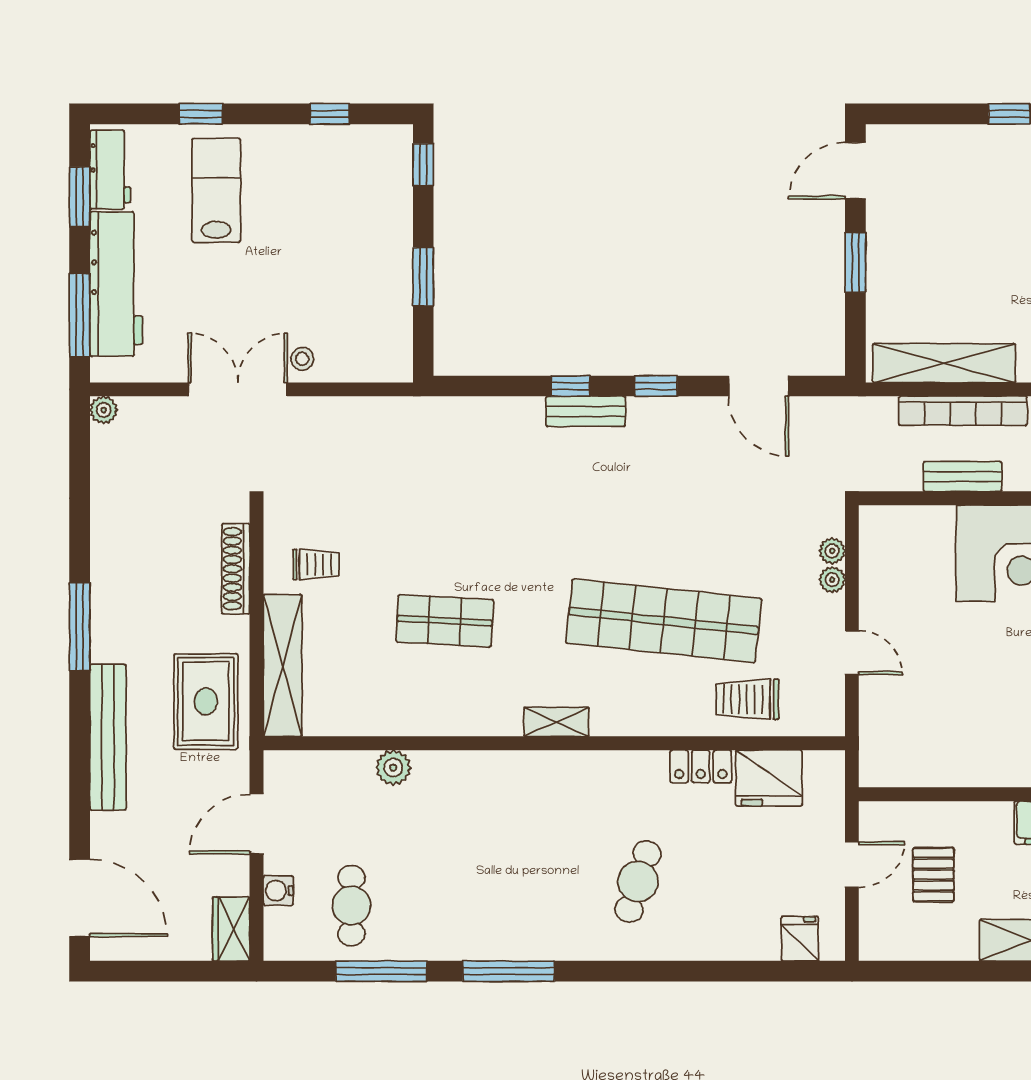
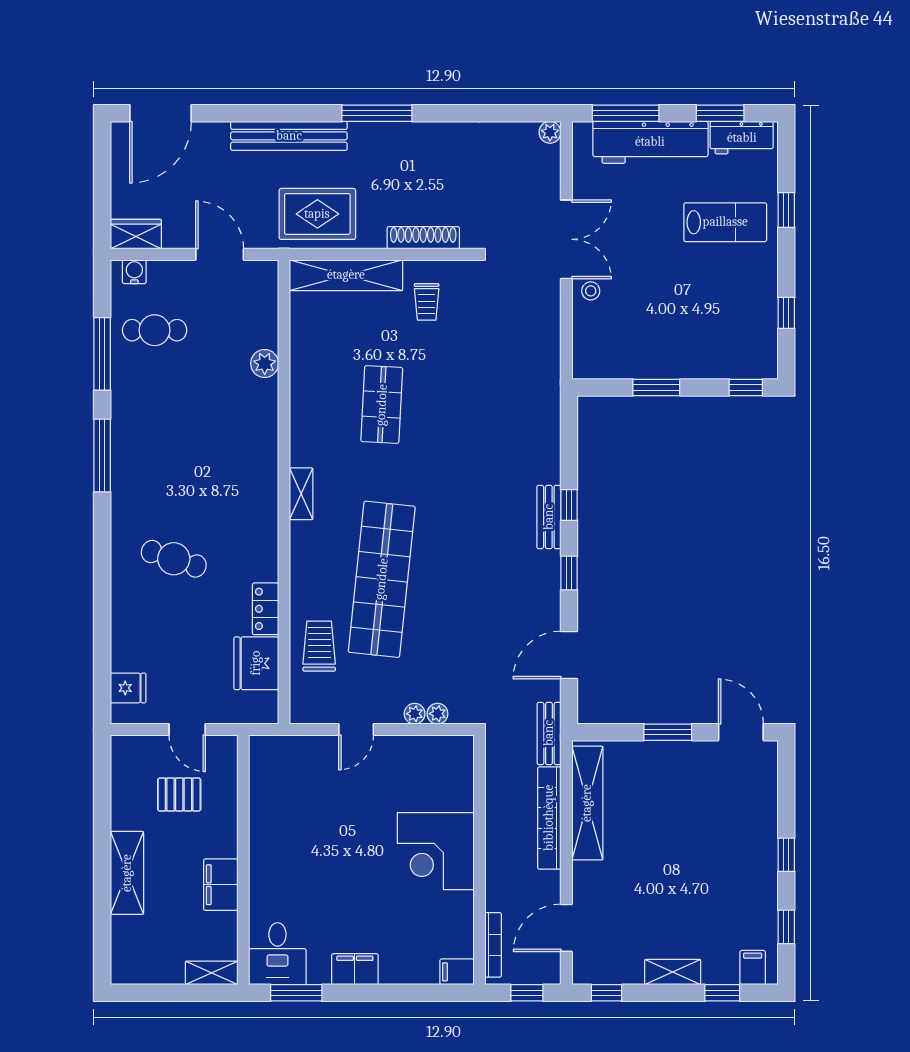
bench: (963, 477) -> (549, 733), moved
water cooler: (278, 891) -> (134, 272), moved

